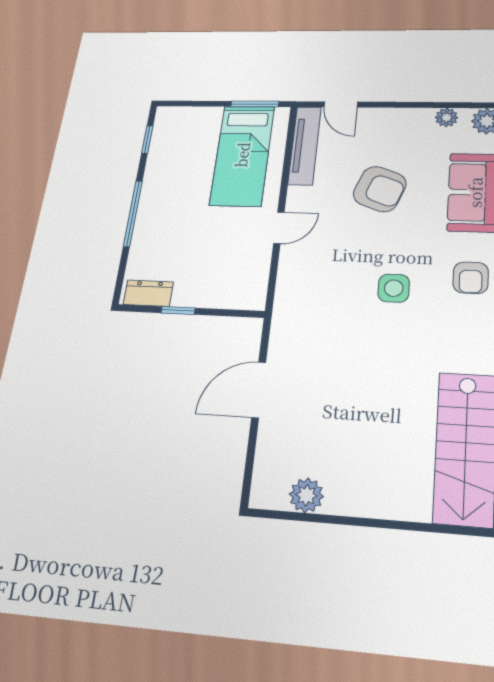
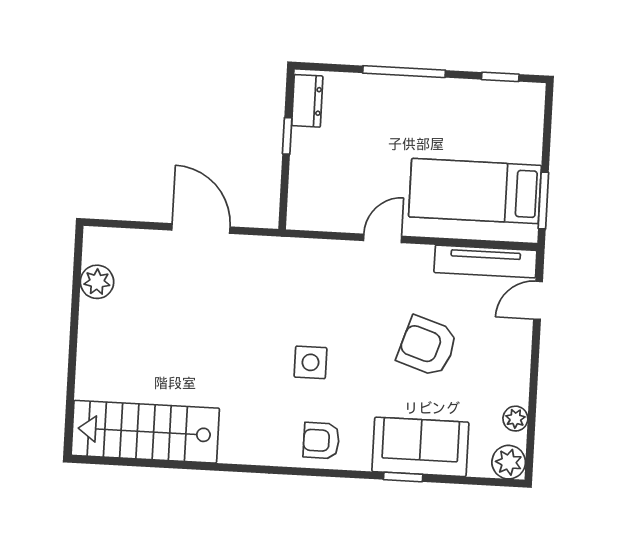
armchair: (380, 189) -> (427, 346), turned 87
door: (279, 228) -> (383, 238), swing flipped

